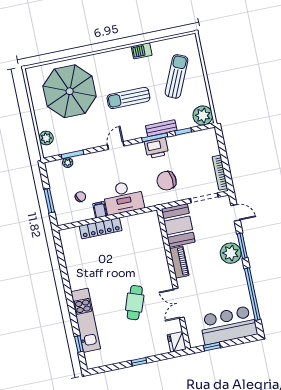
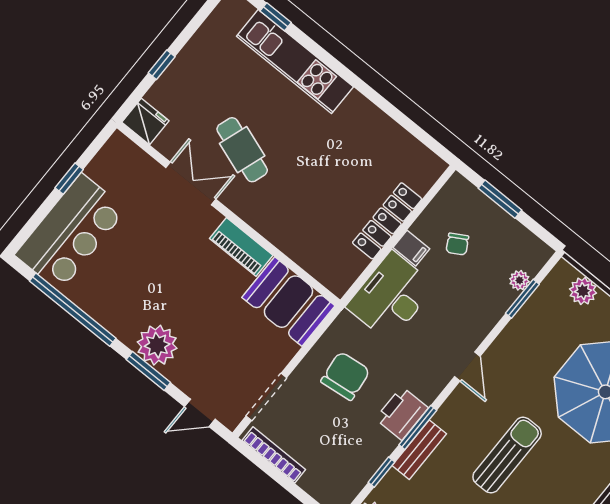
booth: (178, 225) -> (288, 302), moved
piano: (179, 262) -> (241, 247), moved
wall: (174, 279) -> (228, 214), moved
double door: (179, 303) -> (191, 183), moved
fridge: (177, 342) -> (145, 122), moved

